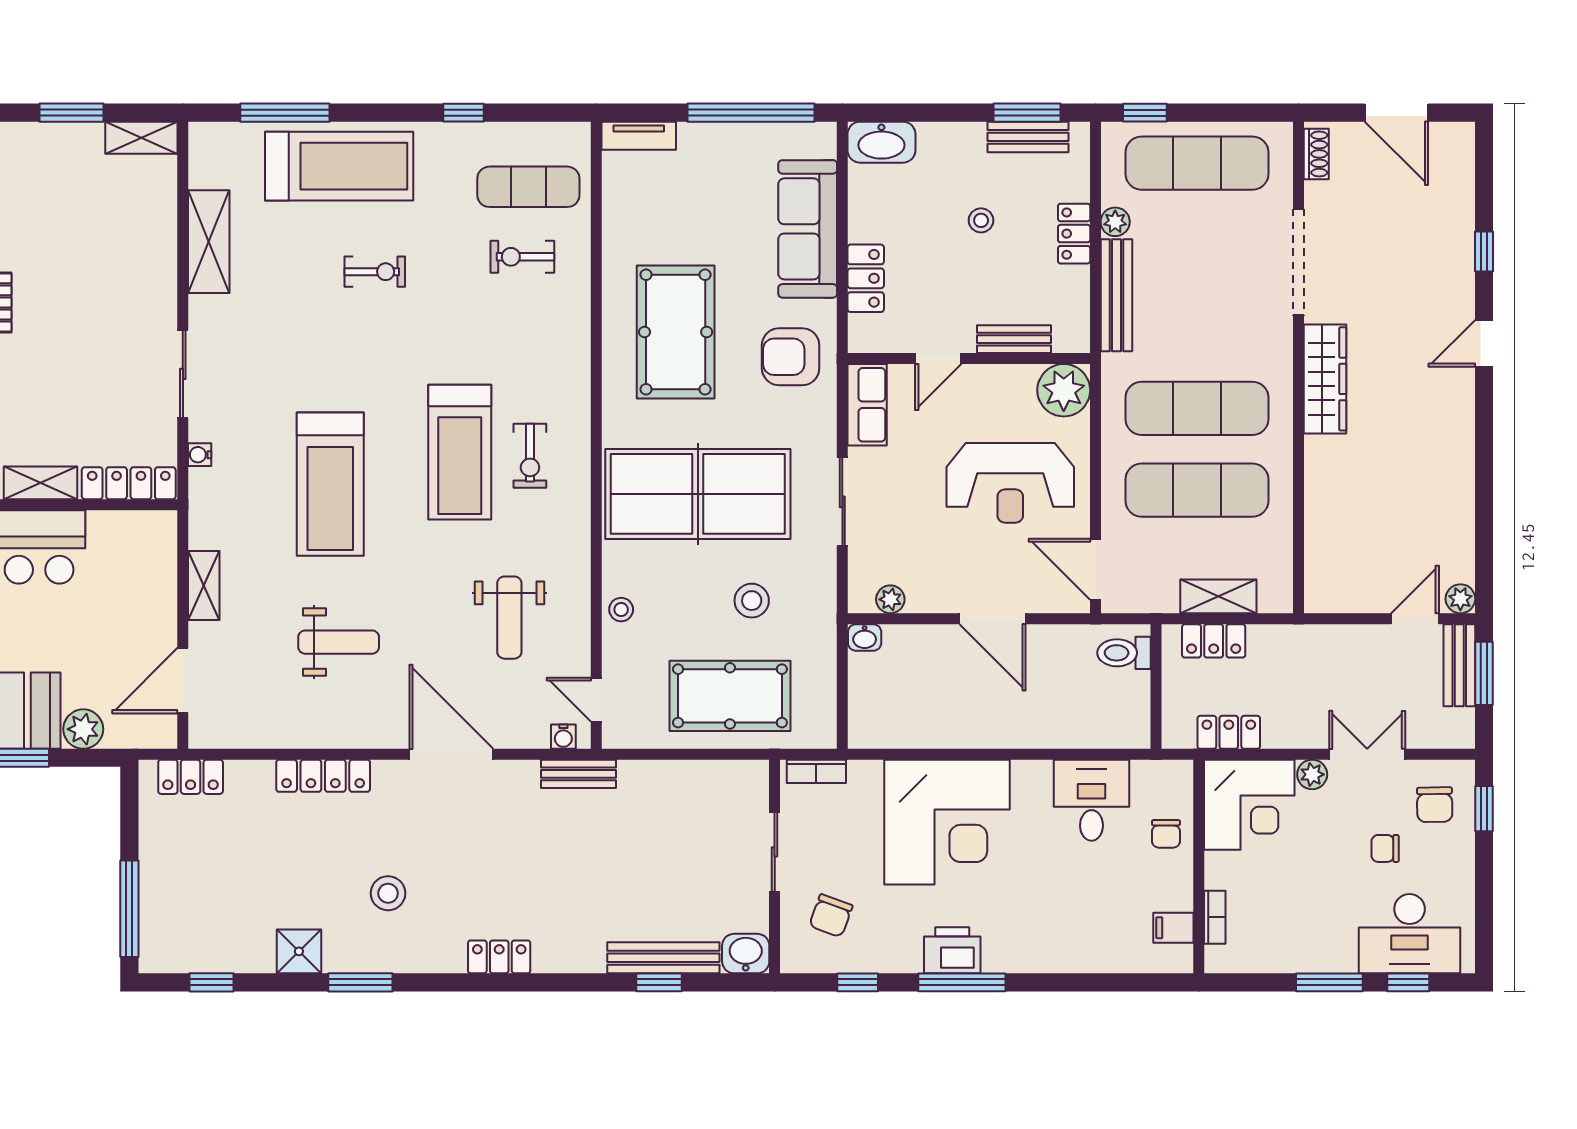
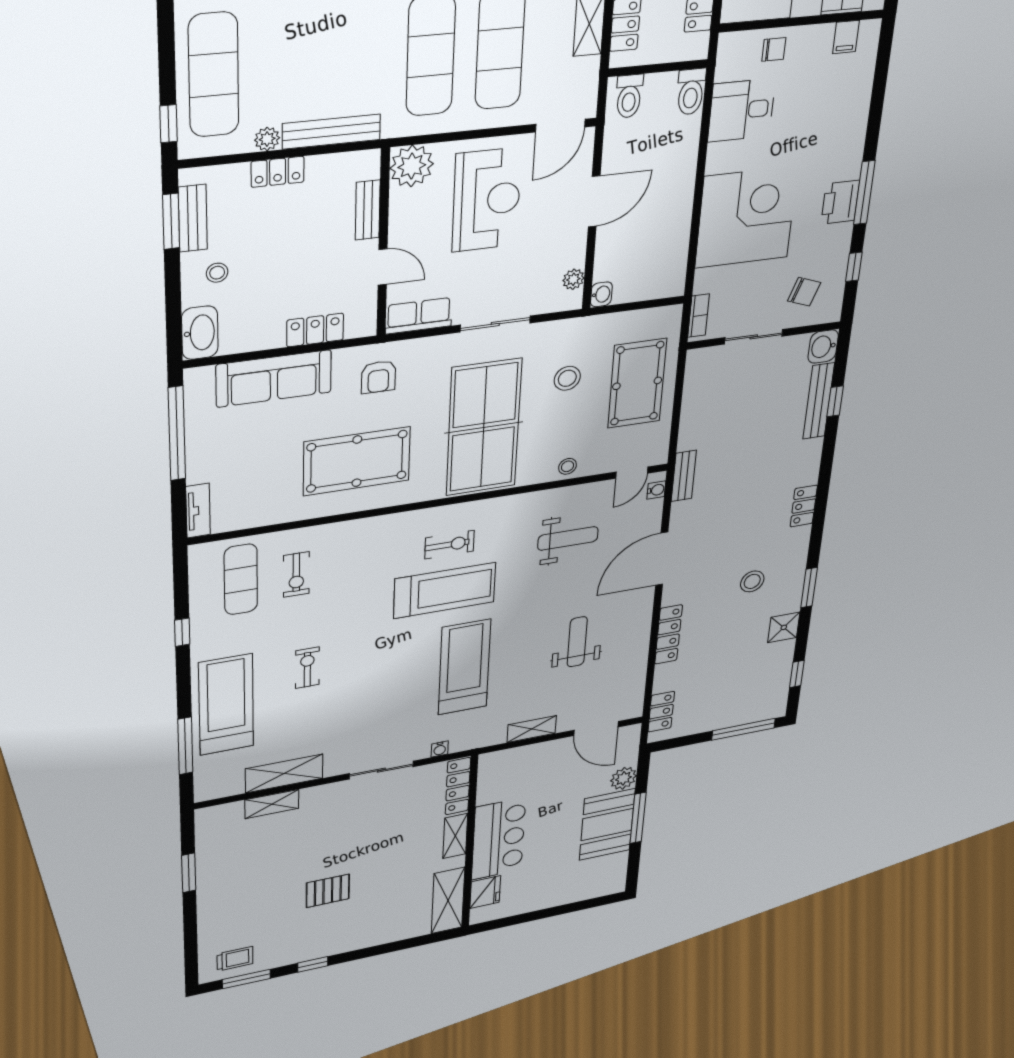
shelving: (141, 138) -> (272, 804), moved, turned 90
stool: (981, 220) -> (217, 273), moved
armchair: (791, 357) -> (378, 377), width x0.72, depth x0.72
treadmill: (330, 484) -> (464, 667), turned -90
toilet: (1122, 731) -> (691, 92), added

